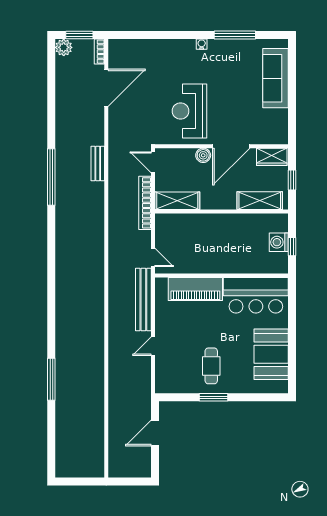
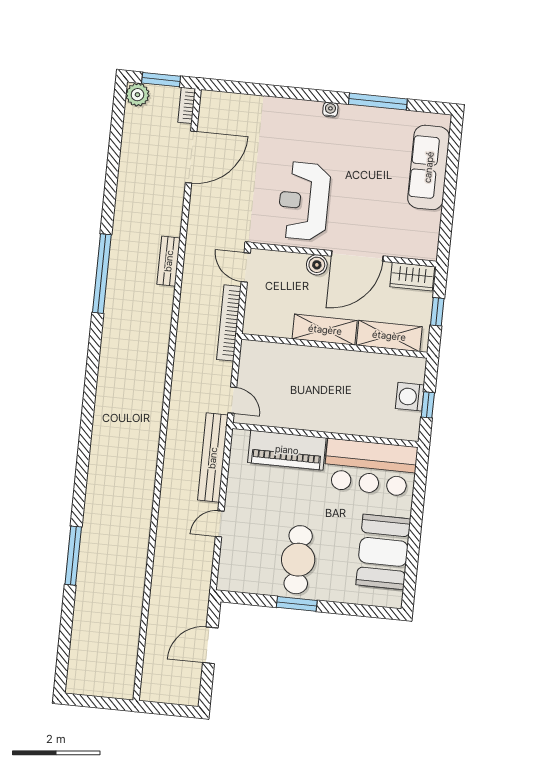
shelving: (177, 201) -> (325, 330), moved
cafe table: (211, 366) -> (298, 560), width x1.37, depth x1.35

